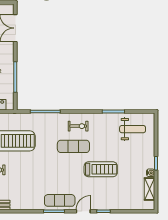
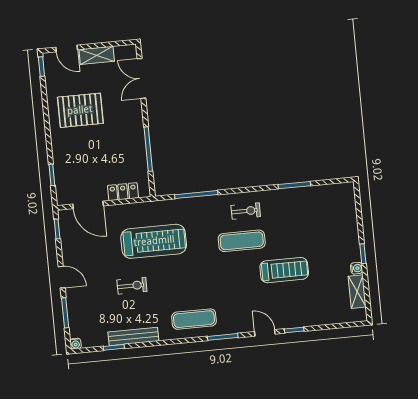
weight bench: (133, 129) -> (325, 208), removed
exercise mat: (60, 200) -> (194, 319), moved
door: (83, 211) -> (265, 333), hinge flipped

